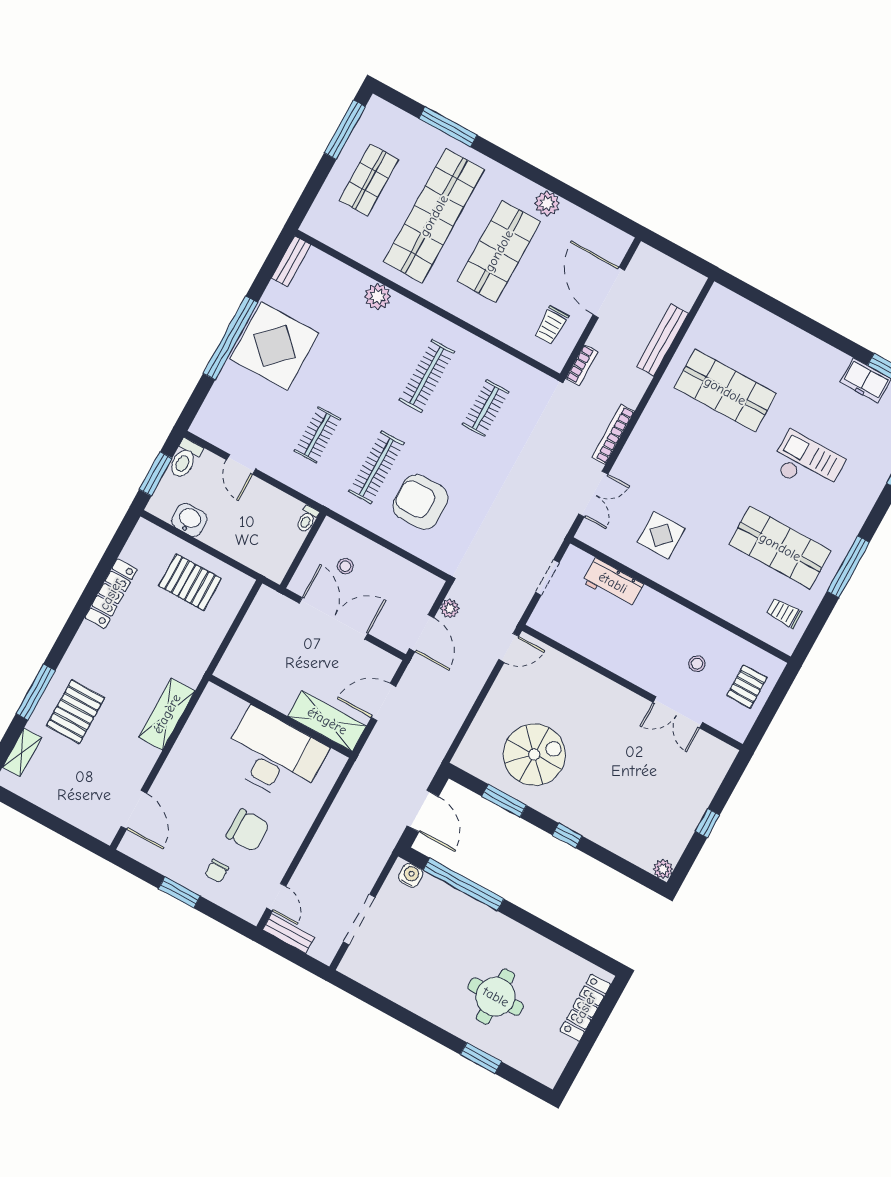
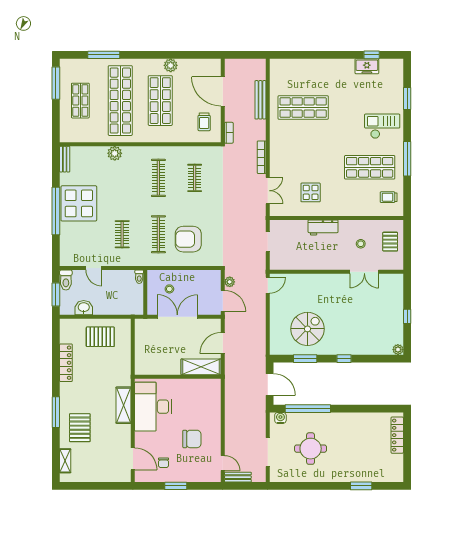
checkout: (807, 464) -> (382, 126), moved
workbench: (613, 583) -> (323, 228), moved
window: (36, 692) -> (56, 412), moved
desk: (274, 756) -> (153, 407), moved, turned -90
chair: (217, 871) -> (164, 463), moved
round table: (496, 997) -> (311, 449), moved

